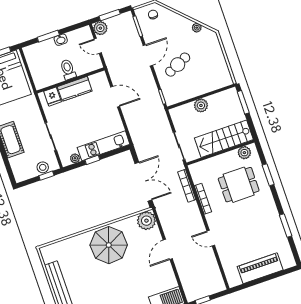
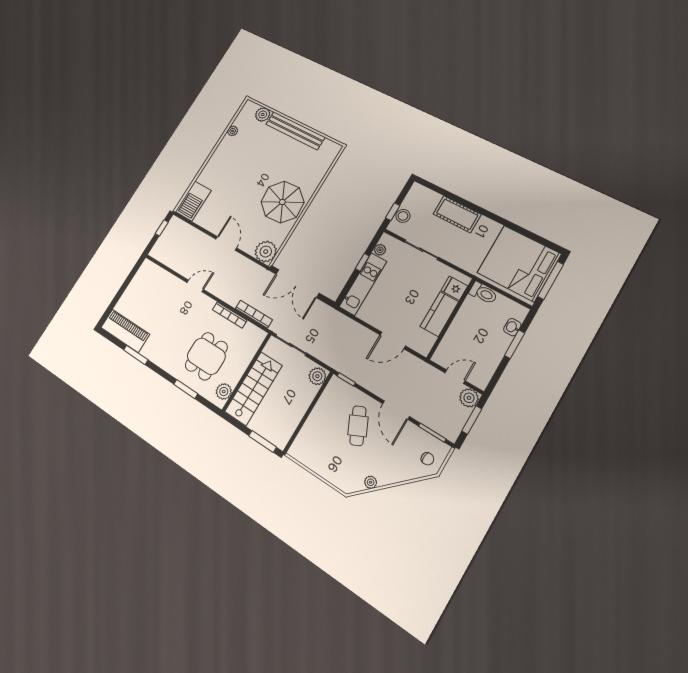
washbasin: (61, 40) -> (512, 327), moved
toilet: (68, 69) -> (483, 293), moved
plant: (201, 105) -> (317, 376), moved
piano: (260, 268) -> (125, 331), moved, turned -90

